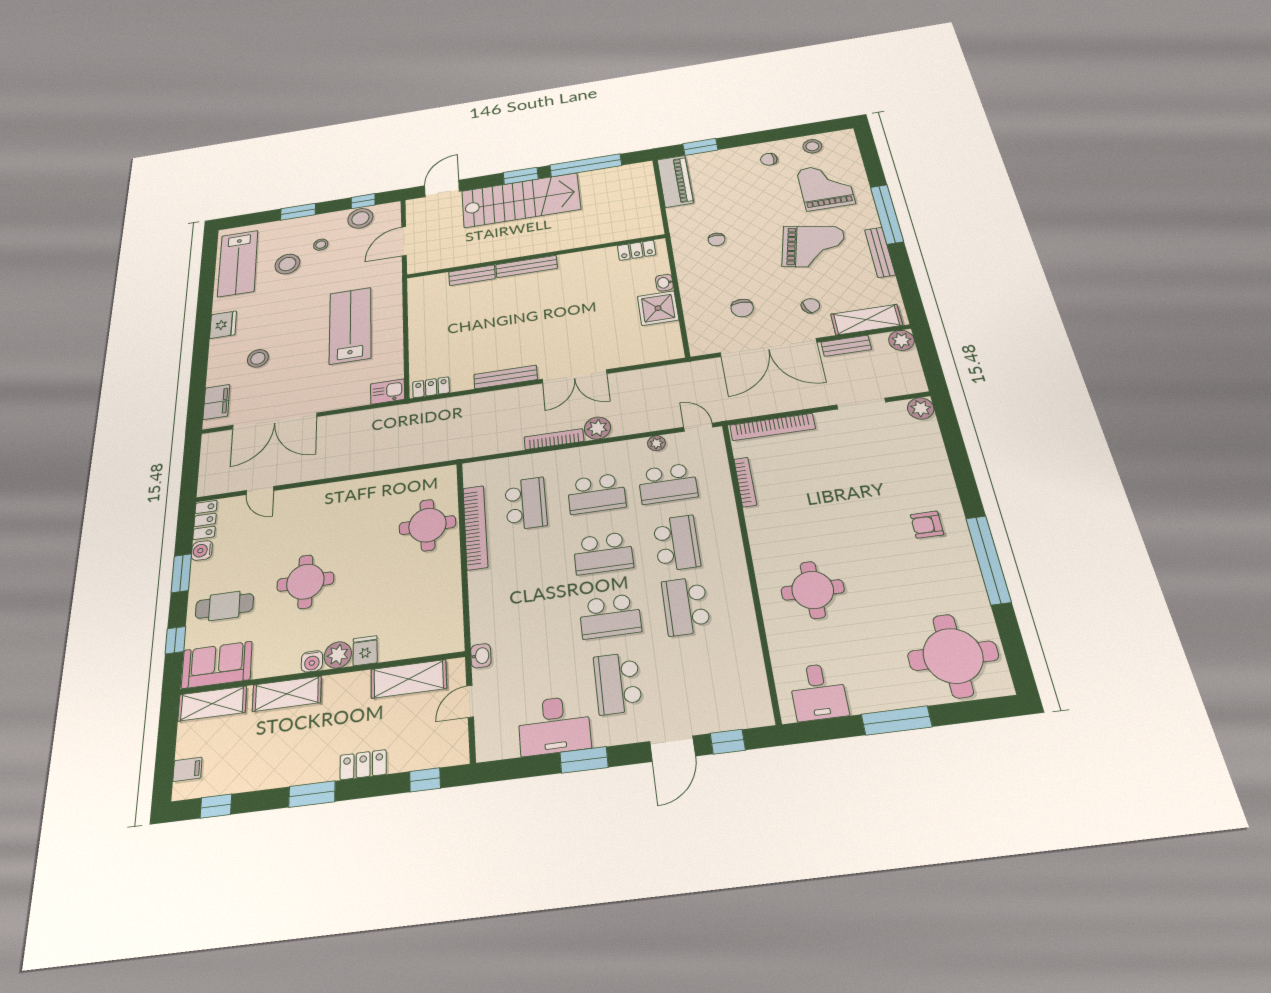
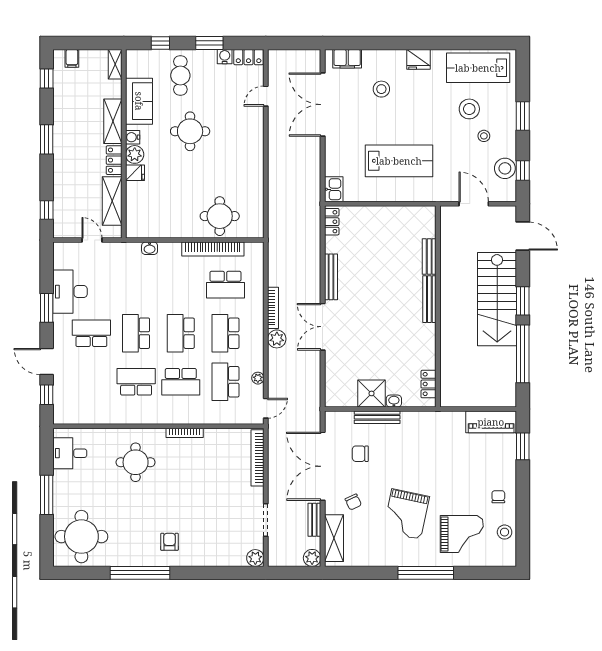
chair: (717, 240) -> (427, 445), removed
bench: (880, 252) -> (377, 417), moved
bookcase: (745, 482) -> (185, 433), moved
washbasin: (481, 656) -> (150, 248), moved
sofa: (217, 665) -> (139, 101), moved
shelving: (212, 704) -> (115, 64), width x0.67, depth x0.75
locker: (363, 765) -> (114, 160), moved, turned 180

